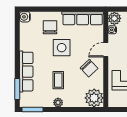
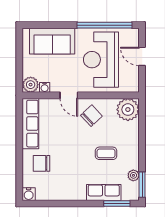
side table: (62, 48) -> (66, 149), removed
row of seats: (26, 72) -> (104, 192), width x0.68
plant: (58, 103) -> (133, 175), moved

